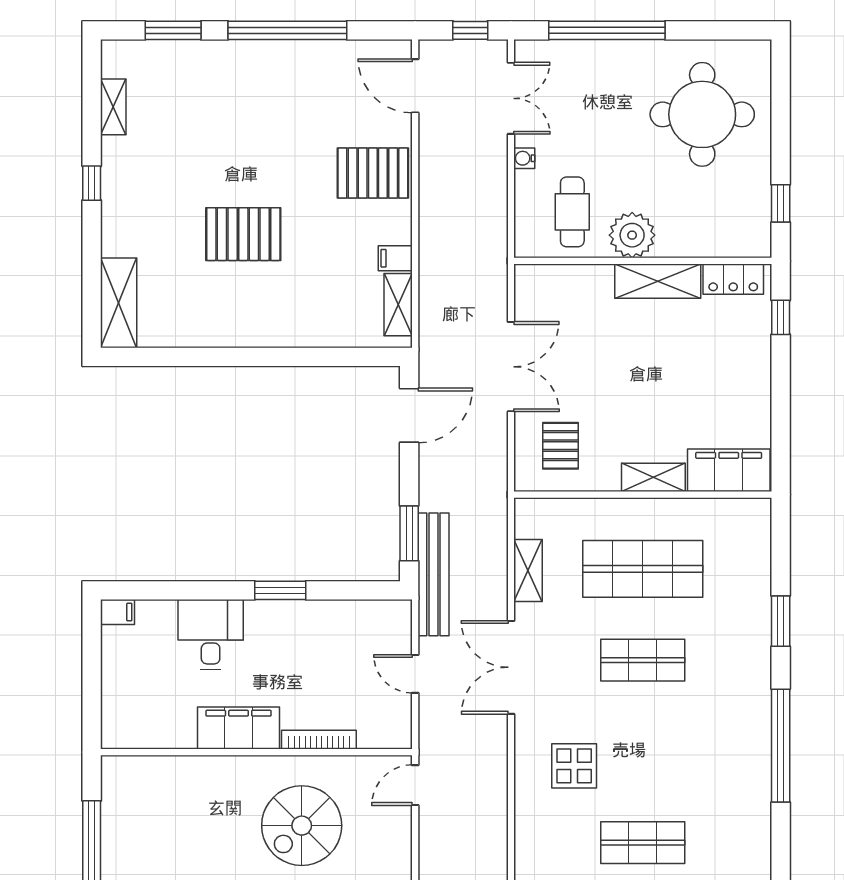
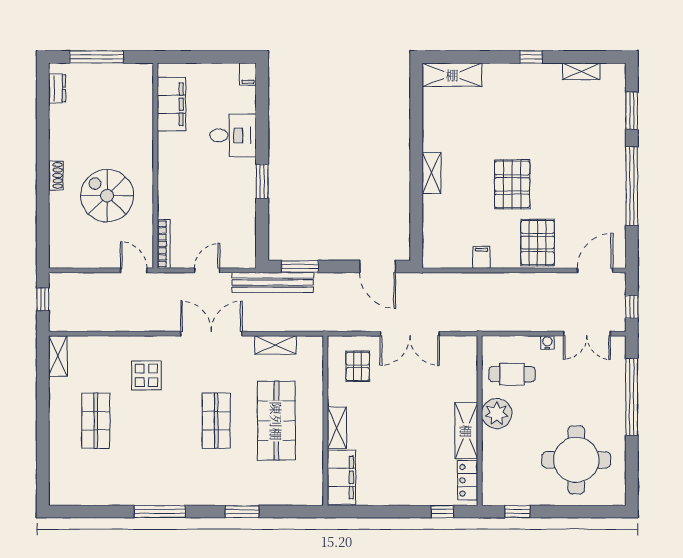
pallet: (243, 234) -> (512, 184), moved
shelving: (398, 305) -> (432, 173), moved, turned 90
pallet: (560, 446) -> (358, 366), turned 90
filing cabinet: (239, 728) -> (171, 104), moved
bookcase: (319, 740) -> (164, 244), moved
window: (781, 746) -> (160, 512), width x0.68

